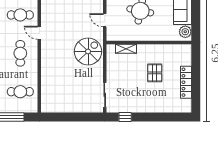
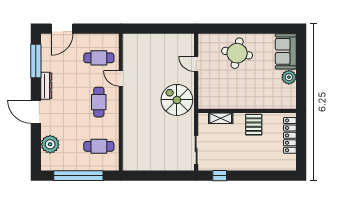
wall: (149, 42) -> (247, 111), moved
shelving: (126, 49) -> (221, 118), moved
spiral stairs: (88, 51) -> (177, 100), turned -90

